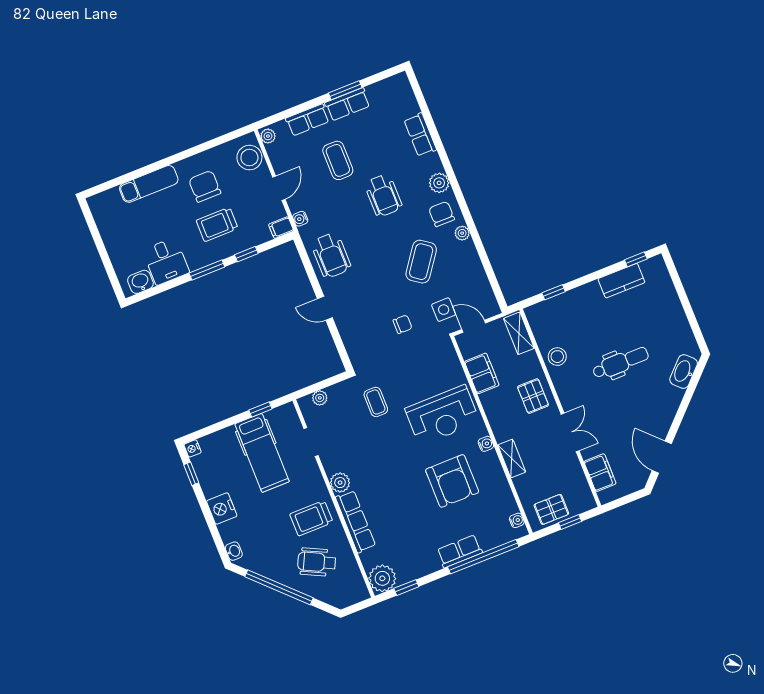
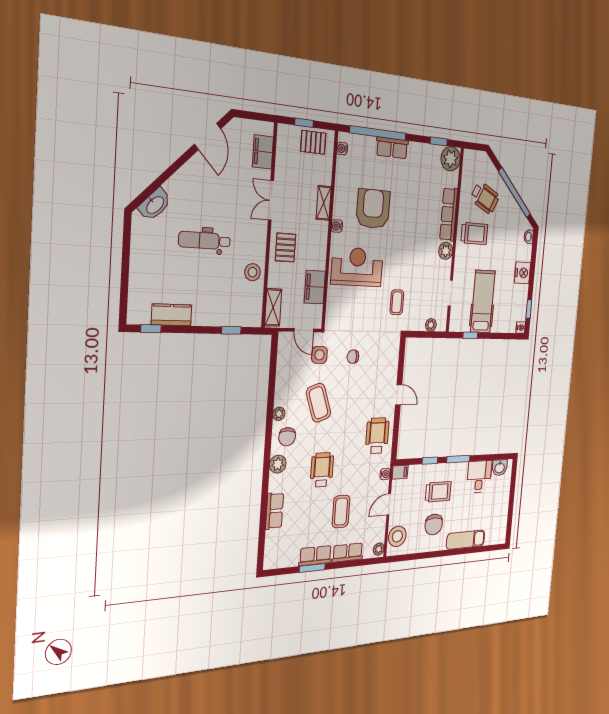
coffee table: (421, 262) -> (318, 403), turned -56

